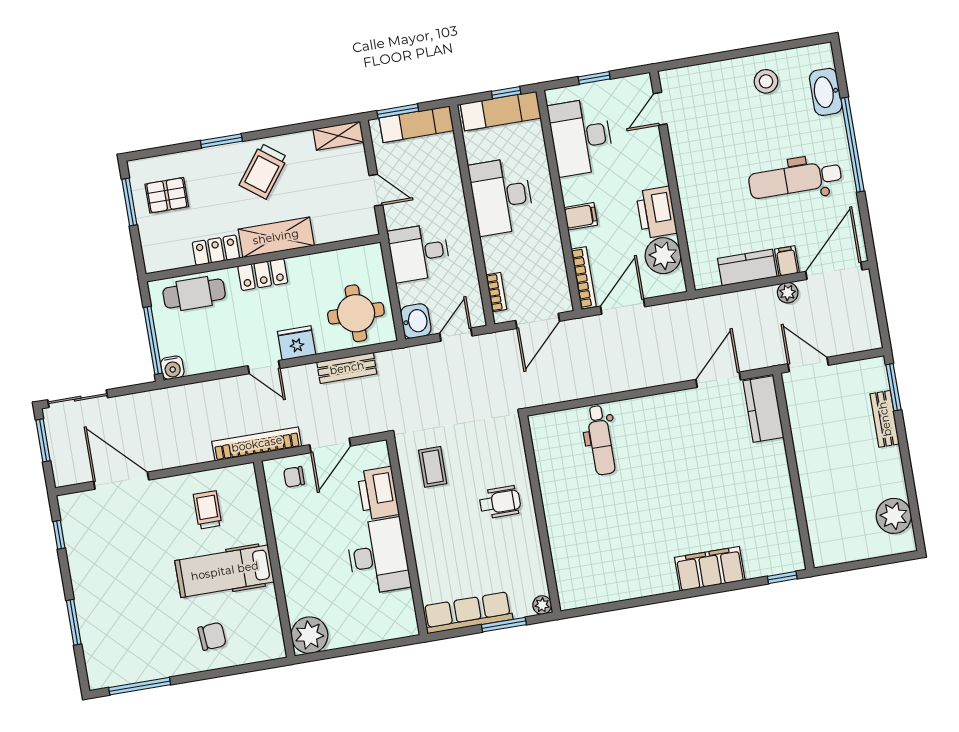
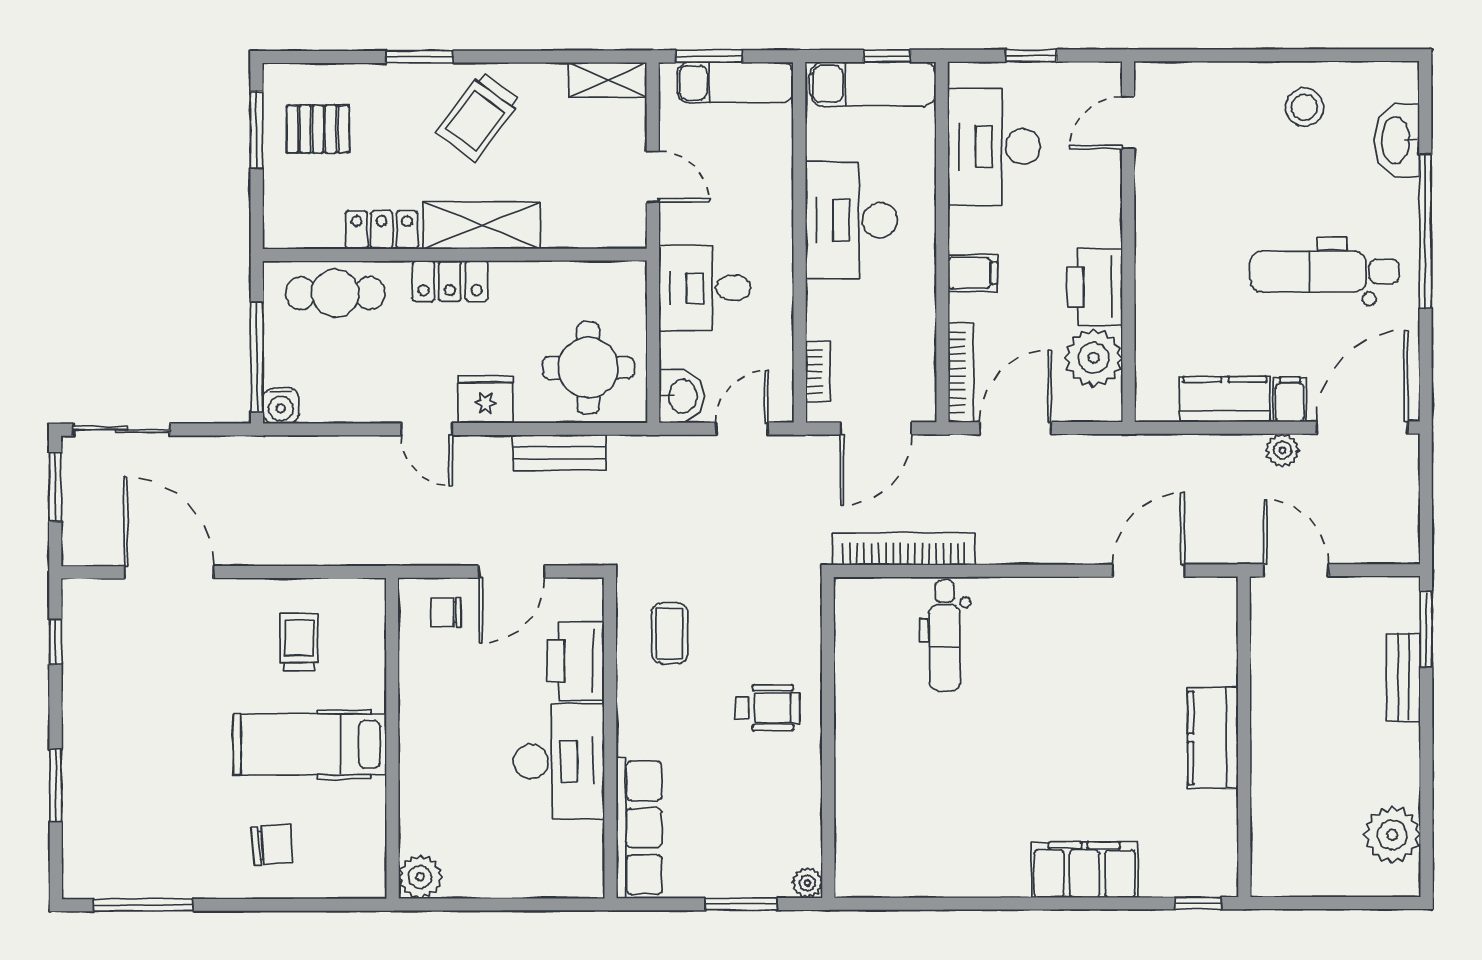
kitchen counter: (763, 409) -> (1213, 738), moved
bookcase: (257, 444) -> (904, 549), moved
row of seats: (468, 613) -> (639, 828), moved, turned 90
plant: (309, 635) -> (420, 877), width x0.73, depth x0.73

